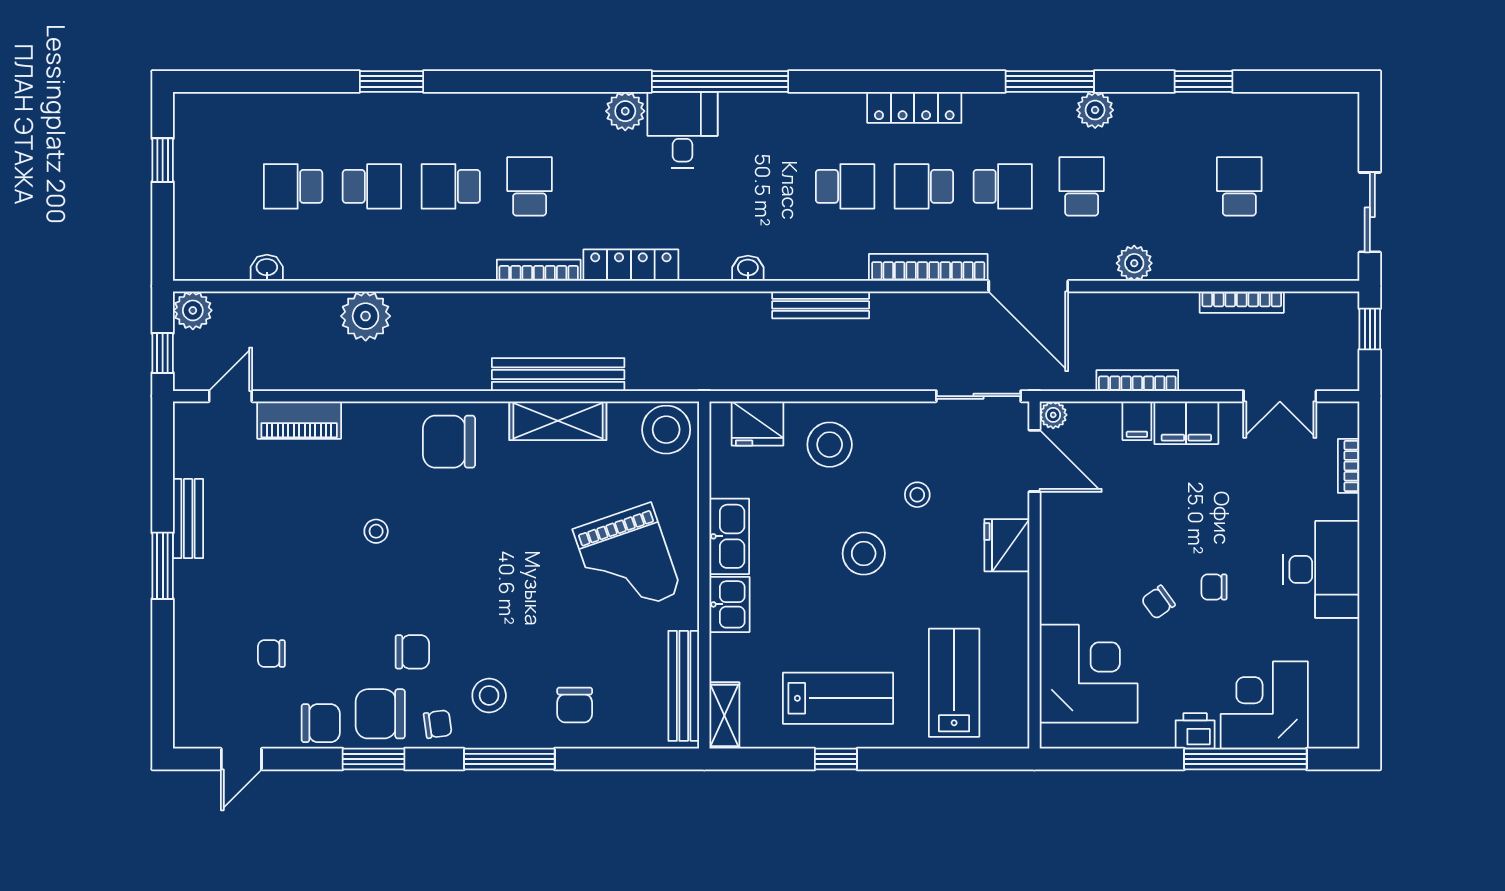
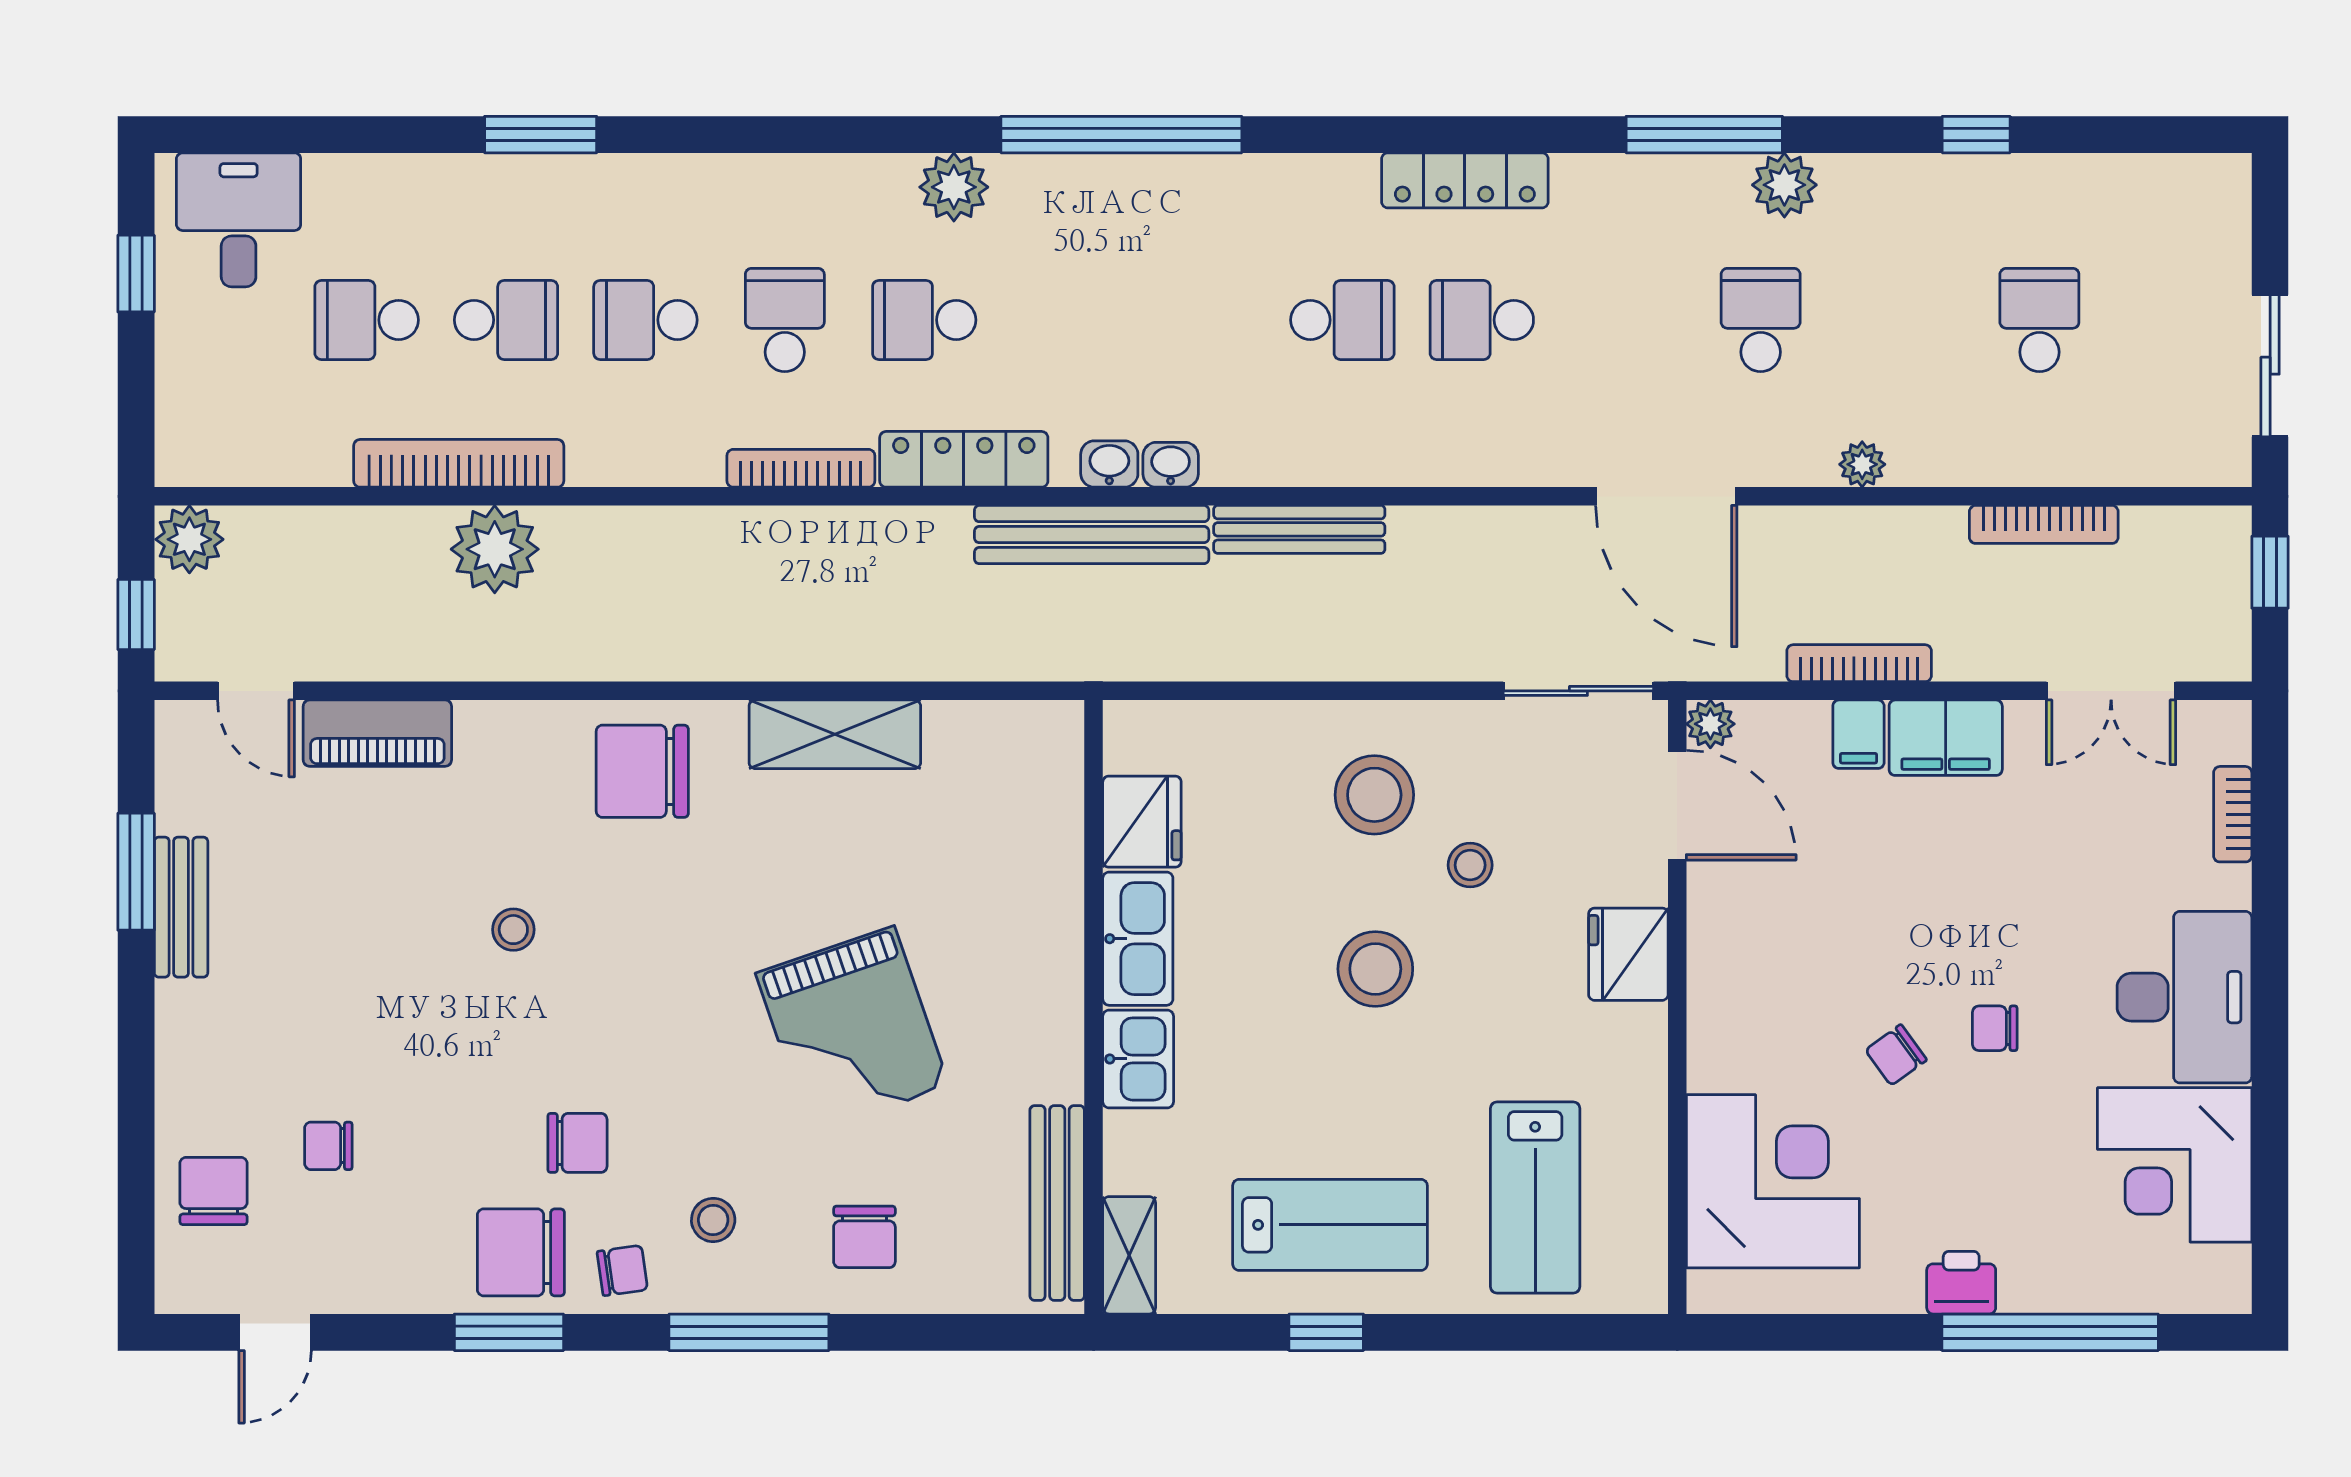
window: (1204, 81) -> (1976, 135), width x0.67
desk: (682, 130) -> (239, 220), moved
school desk: (1003, 186) -> (924, 320), moved, turned 180
plant: (1134, 263) -> (1862, 464), width x0.73, depth x0.73
bookcase: (928, 267) -> (459, 463), moved
washbasin: (267, 268) -> (1109, 464), moved
bench: (558, 375) -> (1092, 535), moved
door: (230, 396) -> (256, 691), swing flipped
fridge: (758, 424) -> (1142, 822), moved, turned -90
stool: (666, 430) -> (1026, 750), removed
stool: (830, 445) -> (1374, 795), moved
grand piano: (627, 561) -> (852, 1030), moved
window: (163, 566) -> (136, 872), moved
lab bench: (954, 683) -> (1535, 1198), turned 180
stool: (489, 695) -> (713, 1220), width x0.73, depth x0.73
corner desk: (1264, 705) -> (2175, 1165), moved, turned -90
chair: (321, 723) -> (213, 1191), moved, turned -90

